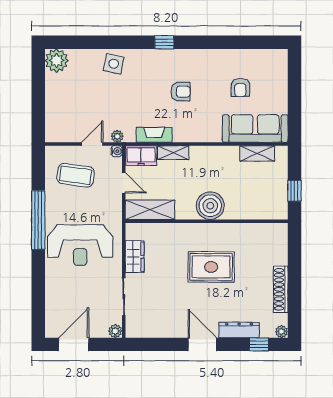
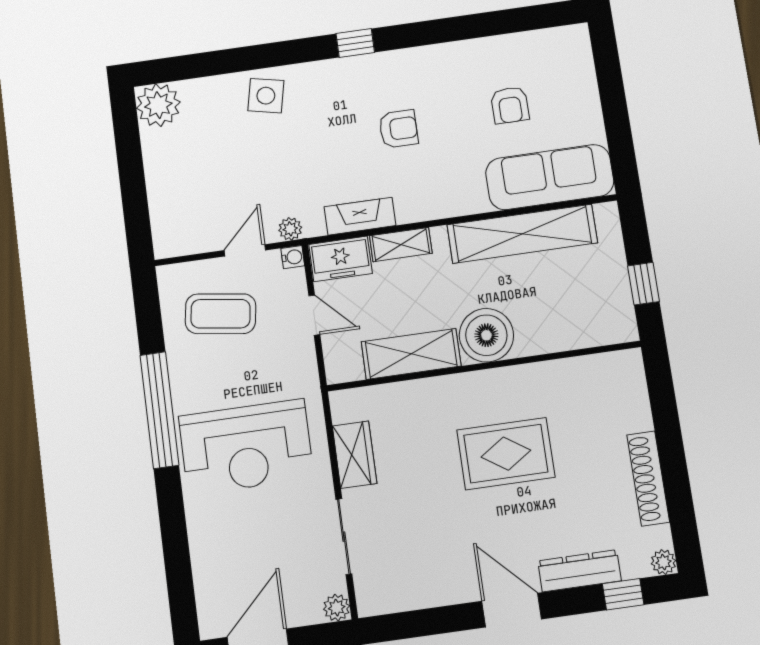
shelving: (257, 153) -> (522, 234), width x2.20, depth x1.33
shelving: (150, 210) -> (411, 354), moved

